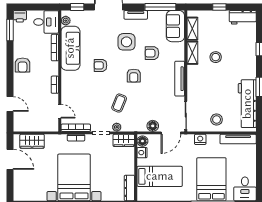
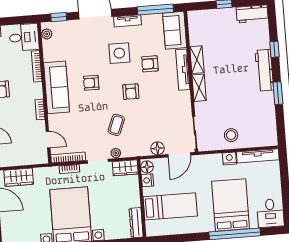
shelving: (192, 29) -> (199, 88), moved
sofa: (70, 48) -> (56, 87), moved
stool: (216, 57) -> (224, 63), removed
tv unit: (180, 79) -> (183, 70), moved
workbench: (247, 104) -> (264, 70), moved, width x0.73, depth x0.76
nightstand: (200, 139) -> (229, 158), moved

